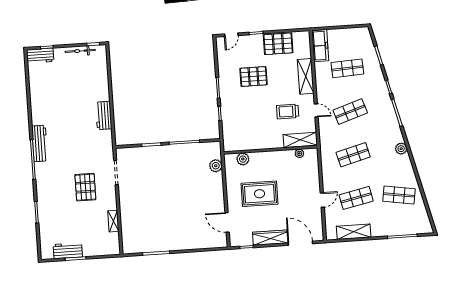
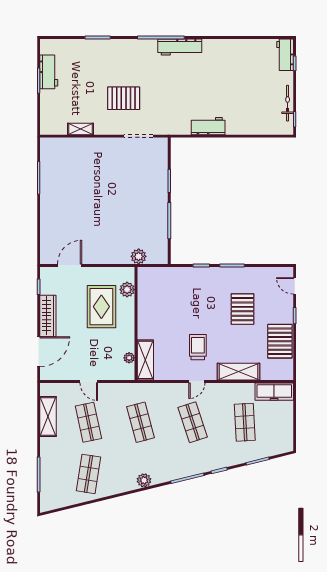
shelving: (300, 140) -> (145, 360), moved
wall: (270, 150) -> (136, 323), moved
plant: (299, 153) -> (129, 358), moved
plant: (243, 159) -> (127, 290), moved

